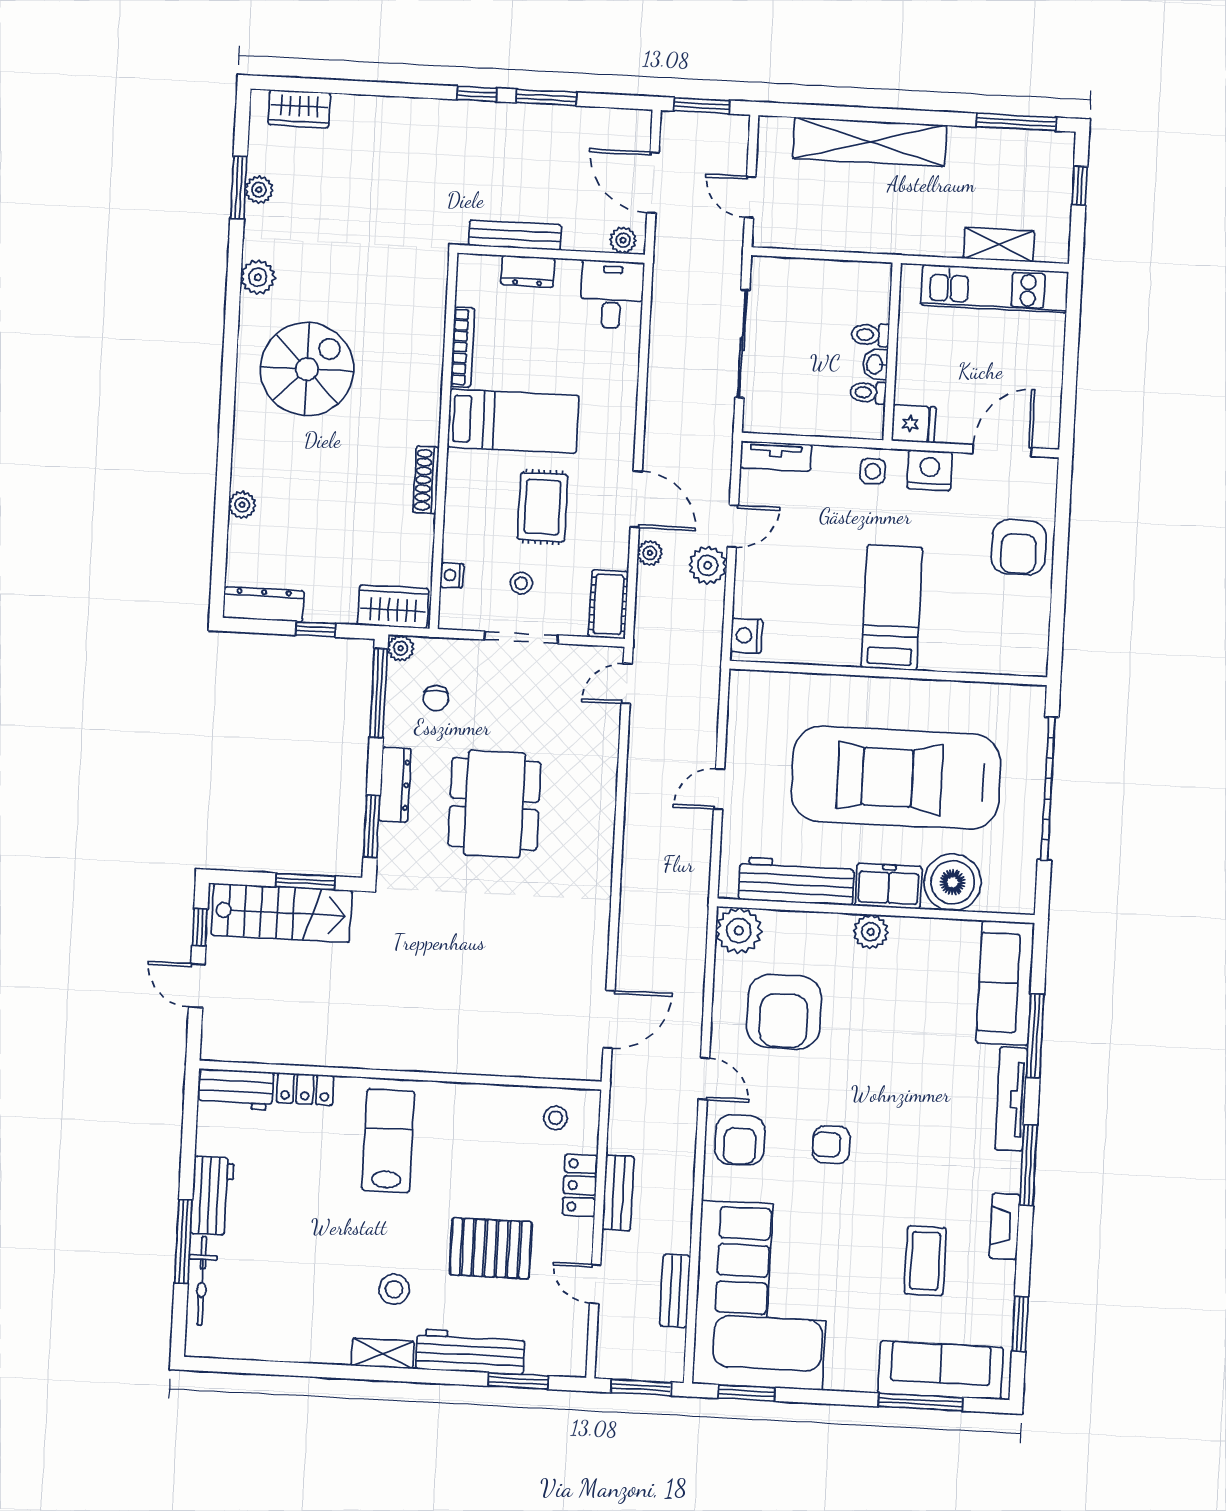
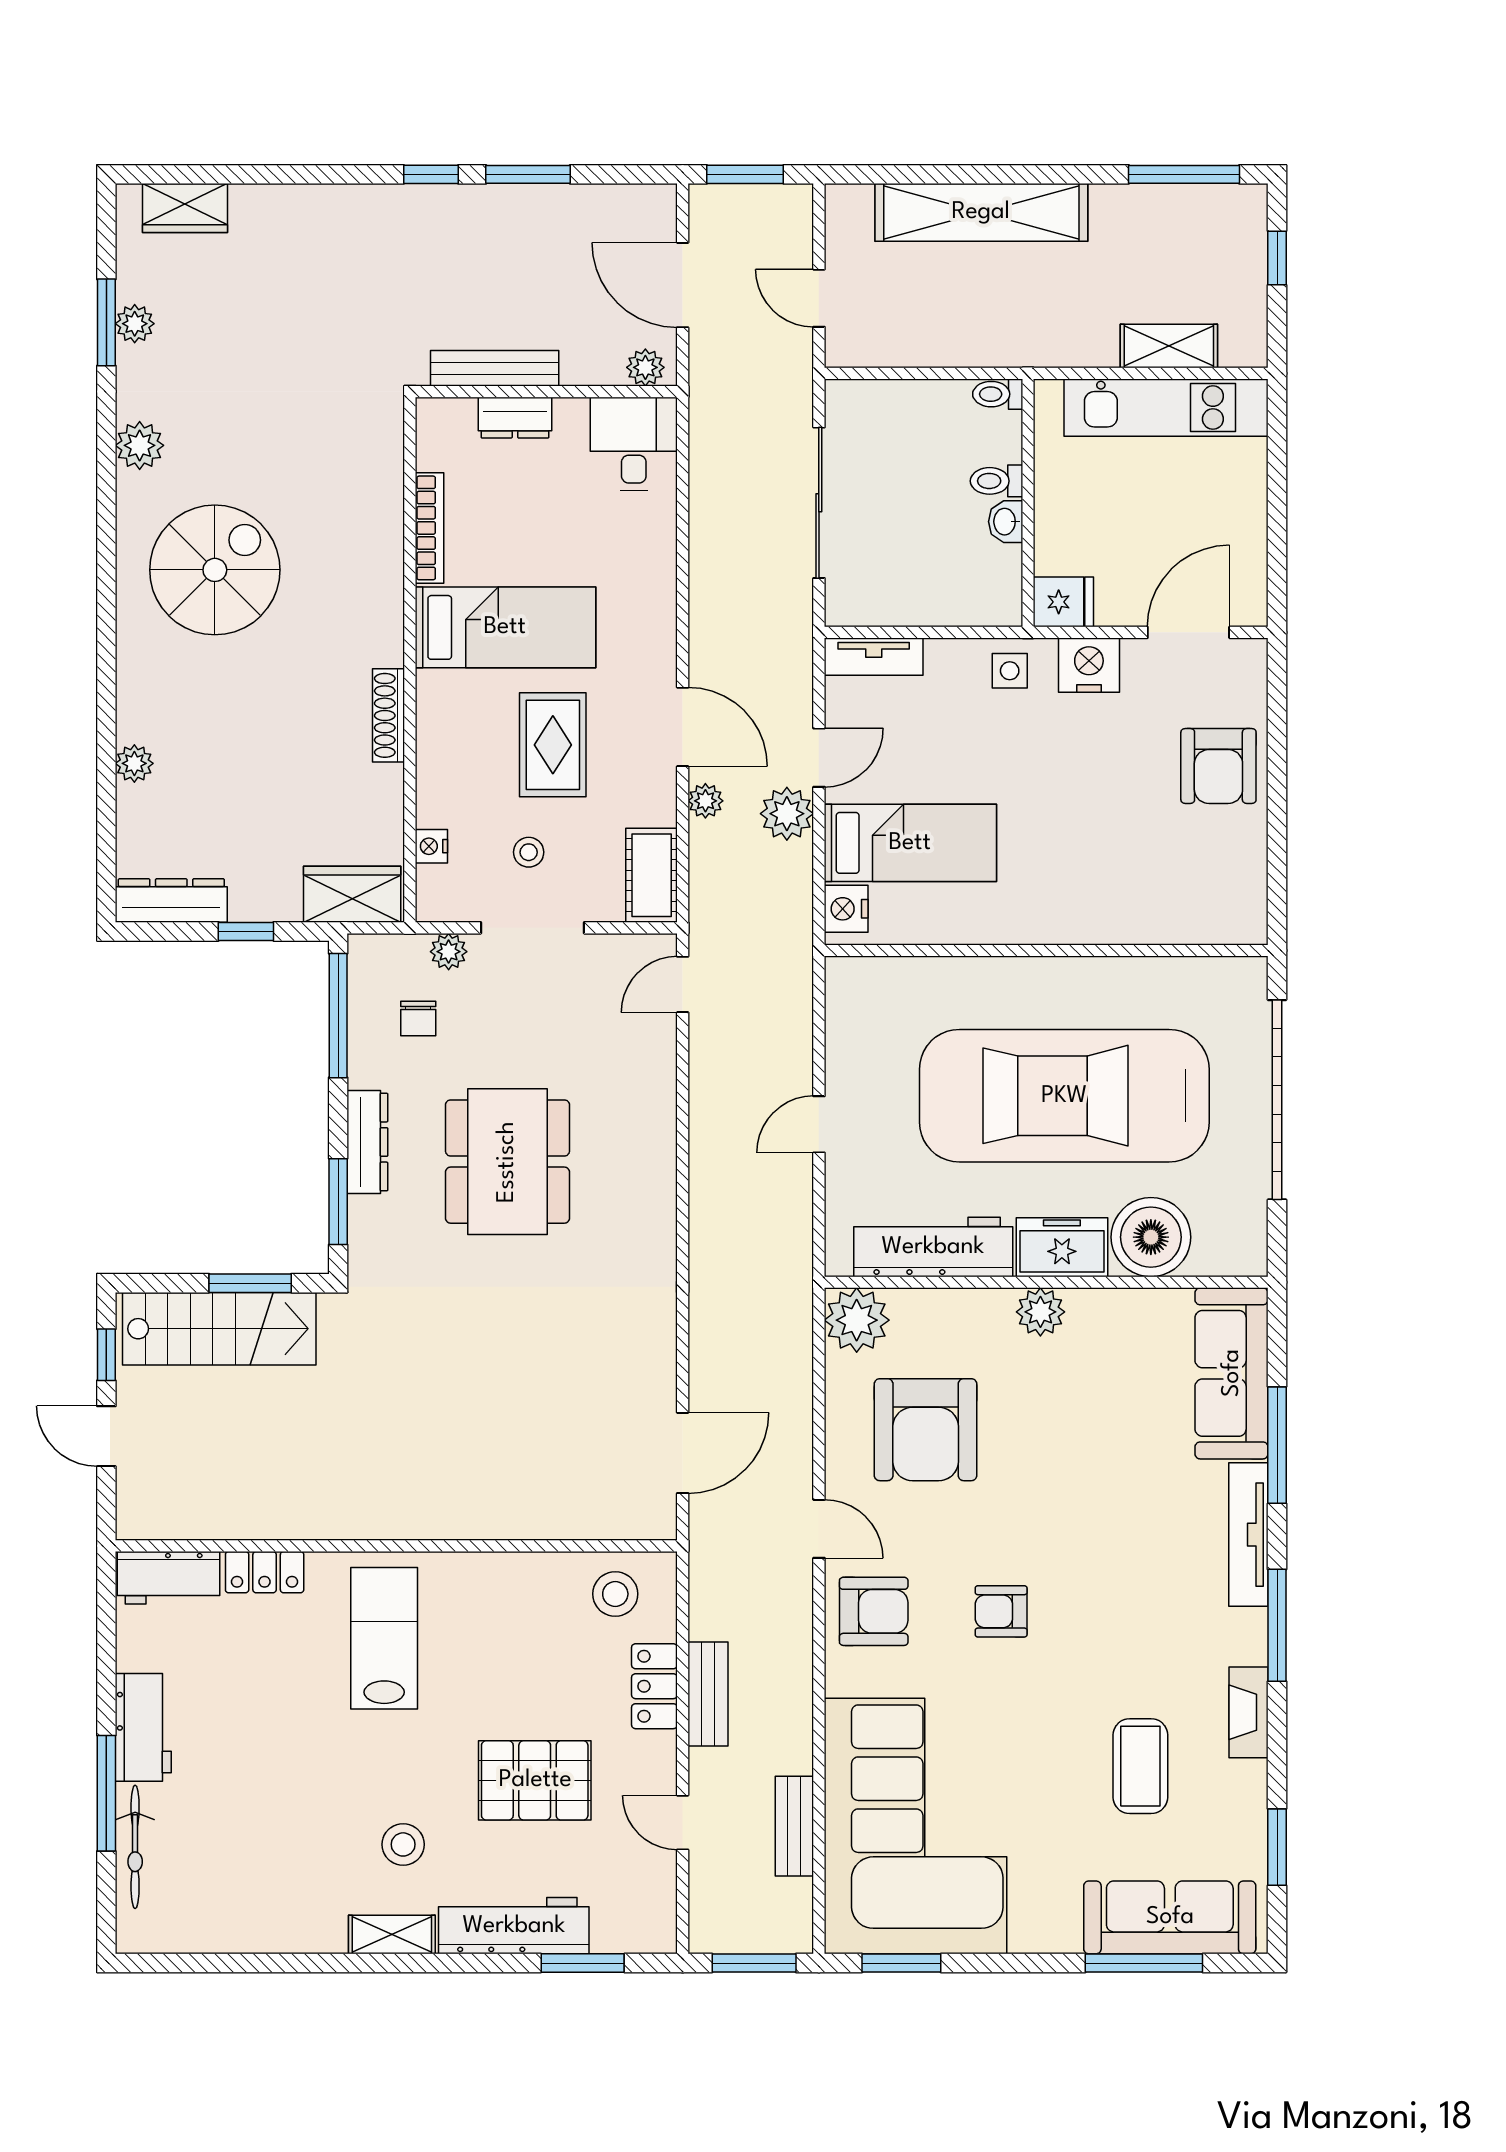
toilet: (868, 392) -> (998, 394), moved
bed: (892, 607) -> (910, 843), moved, turned 90
plant: (401, 648) -> (449, 952), moved
stool: (555, 1118) -> (615, 1594), width x1.37, depth x1.37
armchair: (740, 1140) -> (874, 1611), turned -90

